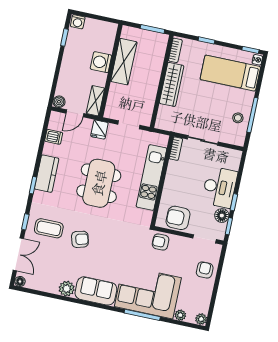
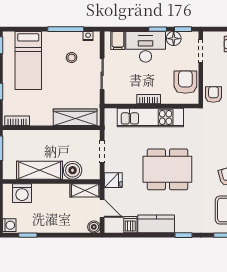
nightstand: (257, 60) -> (88, 36), moved
washing machine: (101, 62) -> (22, 193), moved
wardrobe: (172, 84) -> (75, 117), moved
boiler: (117, 93) -> (73, 170), added
stool: (238, 118) -> (72, 58), moved
bookcase: (176, 149) -> (149, 99), moved
filing cabinet: (231, 162) -> (118, 40), added
kitchen counter: (47, 174) -> (156, 224), moved
armchair: (178, 218) -> (185, 82), turned 180
armchair: (161, 242) -> (213, 95), turned 180

